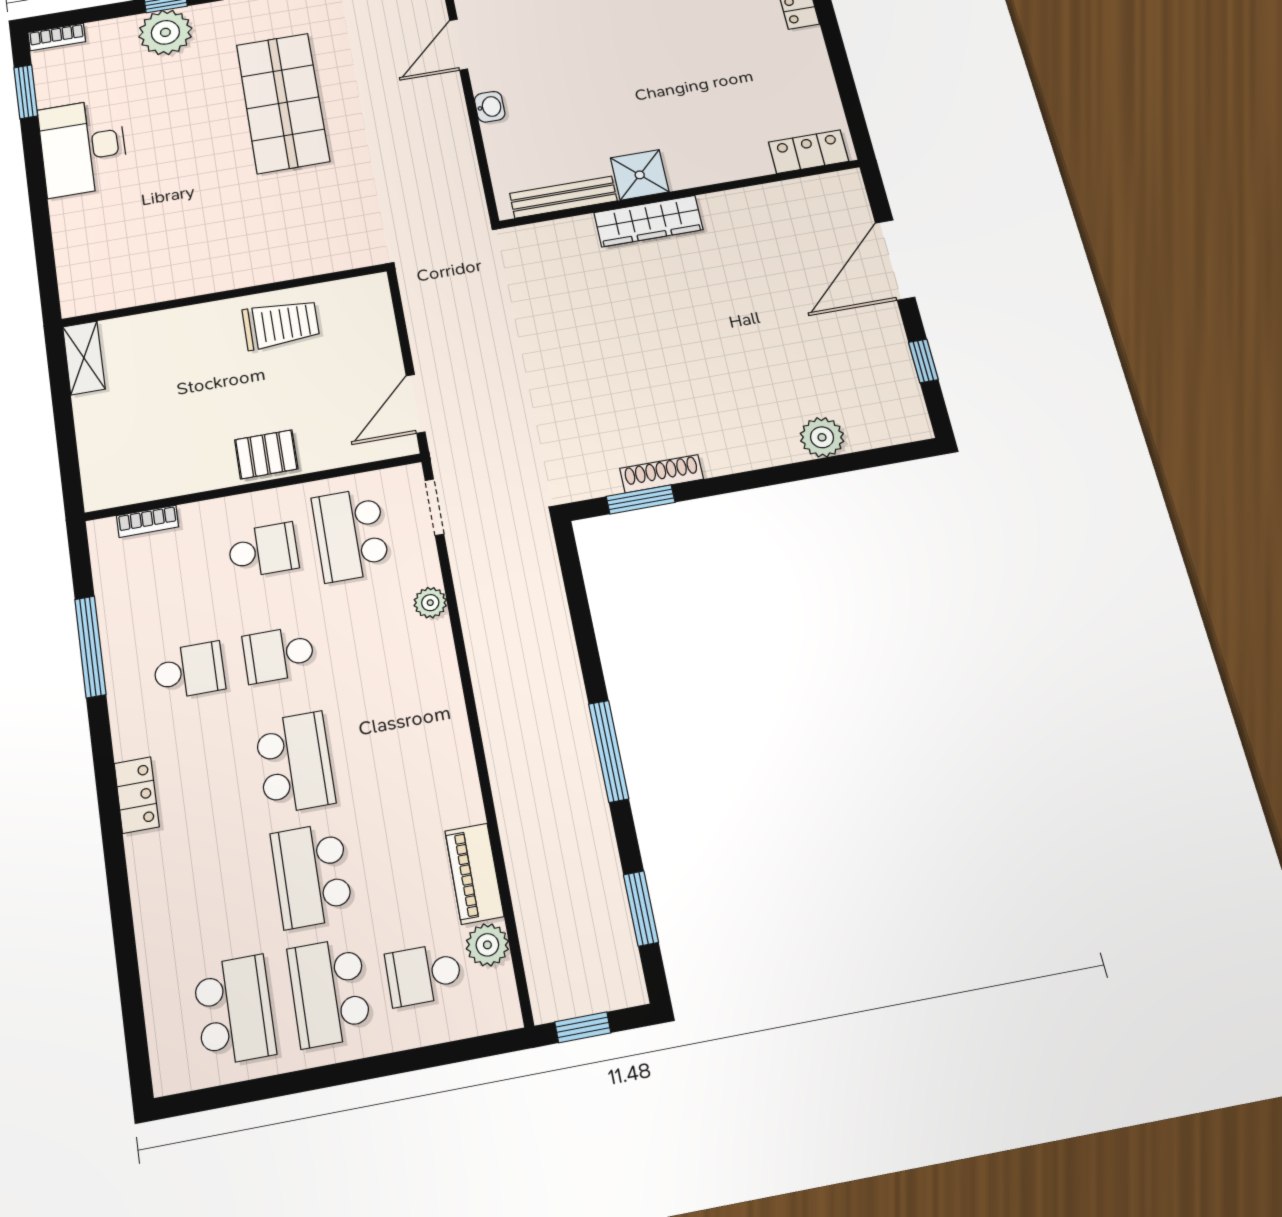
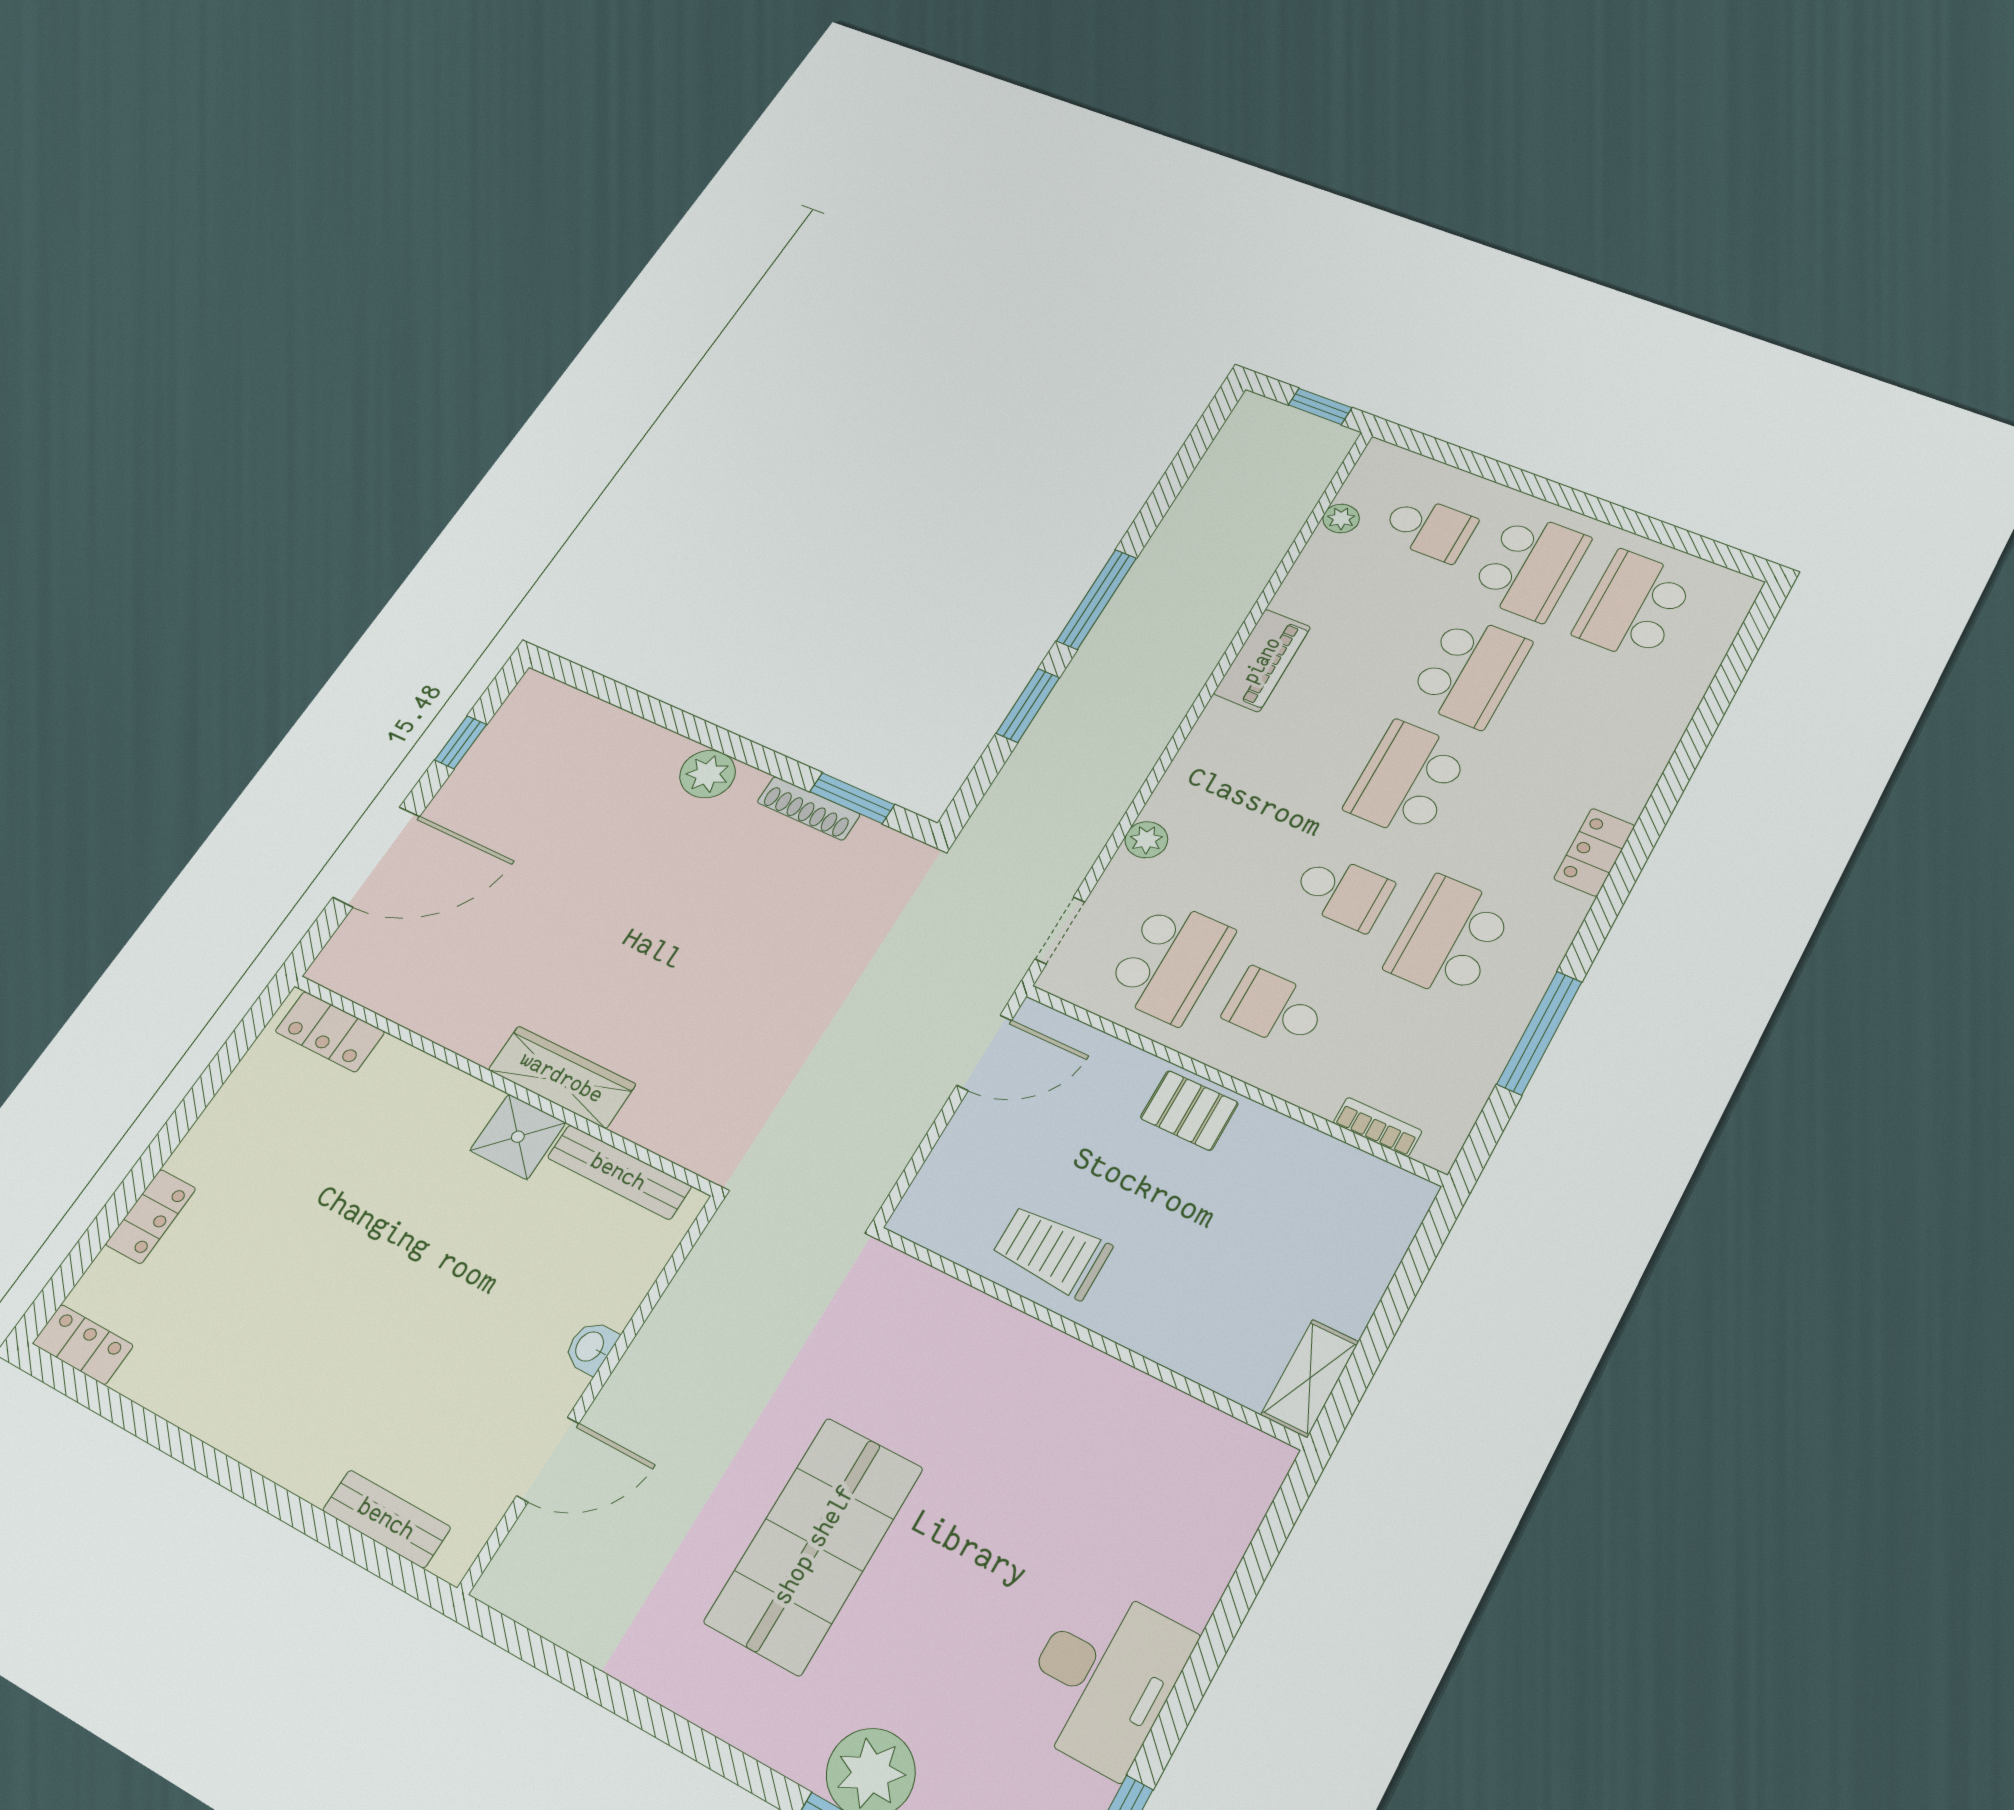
plant: (822, 437) -> (708, 774), moved
school desk: (189, 671) -> (1449, 938), width x1.85
piano: (474, 874) -> (1262, 660), moved
window: (641, 908) -> (1028, 705), moved
plant: (487, 945) -> (1341, 519), width x0.73, depth x0.73

